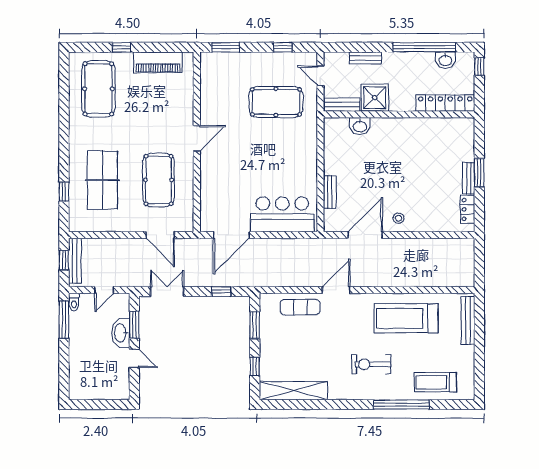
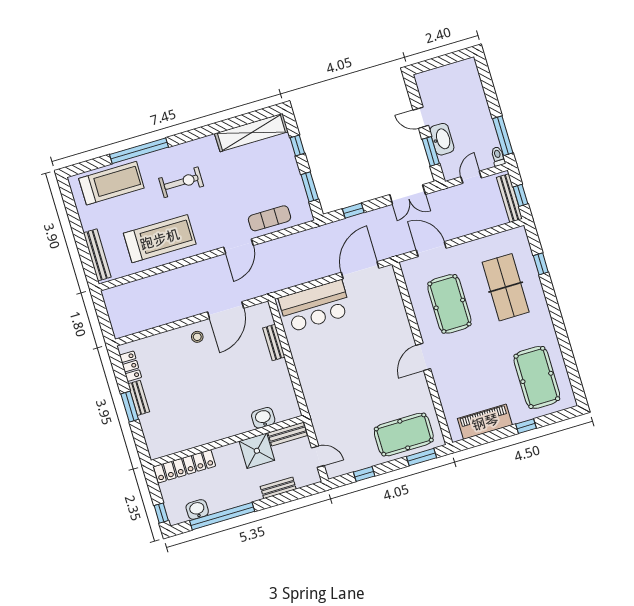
pool table: (276, 102) -> (404, 435), moved
treadmill: (435, 382) -> (111, 183), width x1.37, depth x1.38

